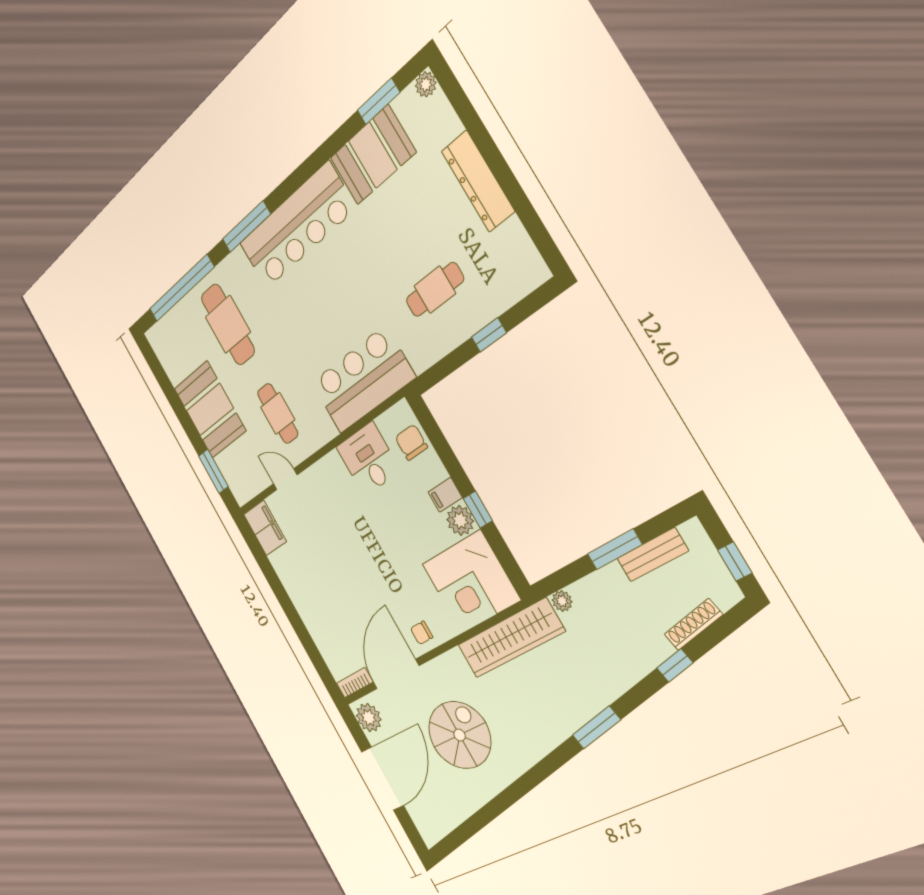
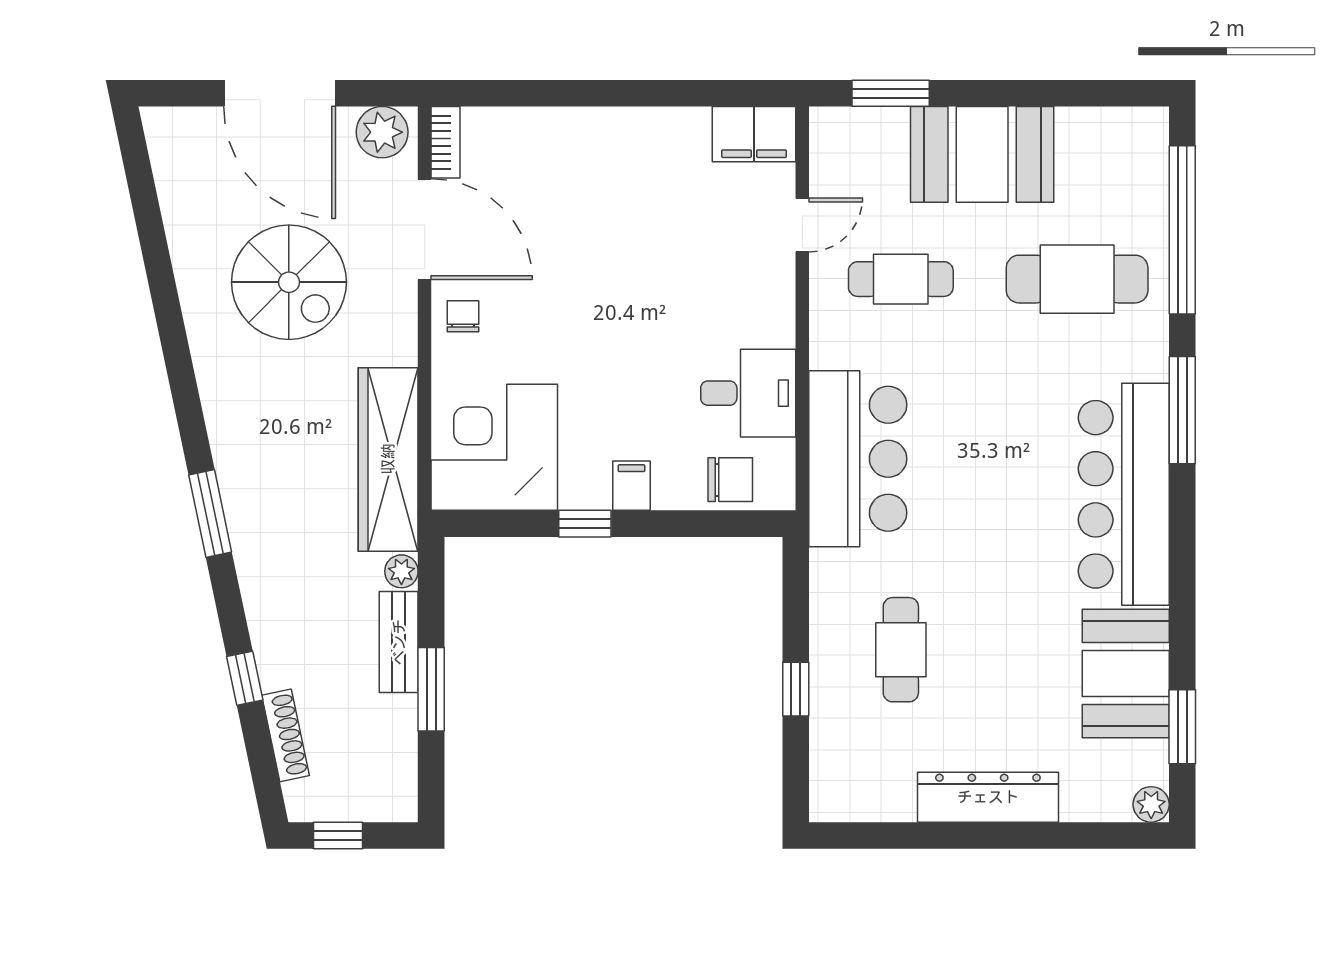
plant: (460, 520) -> (585, 486), removed
bench: (652, 555) -> (399, 642), moved

